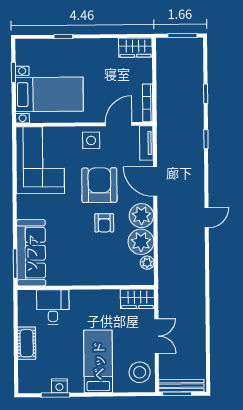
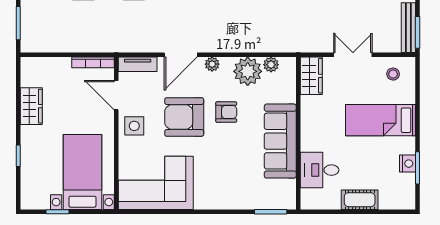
wardrobe: (135, 48) -> (31, 106), moved
plant: (141, 216) -> (212, 64), width x0.53, depth x0.53
sofa: (31, 253) -> (280, 141), moved, turned -90
stool: (140, 372) -> (393, 74), width x0.53, depth x0.53

